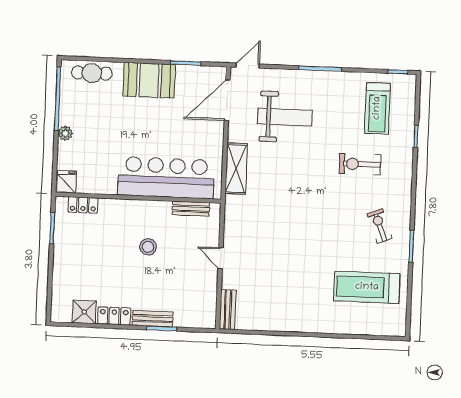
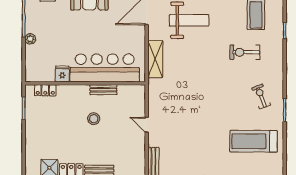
fridge: (67, 182) -> (62, 74), moved
bench: (191, 209) -> (103, 90), moved

